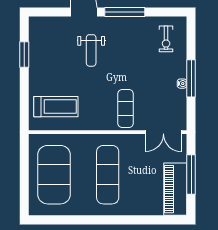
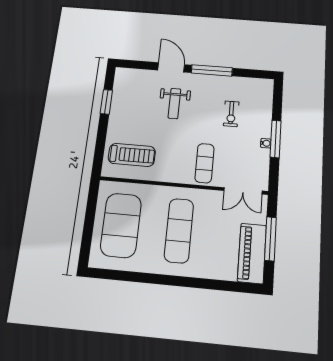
exercise bike: (166, 39) -> (231, 114), moved

